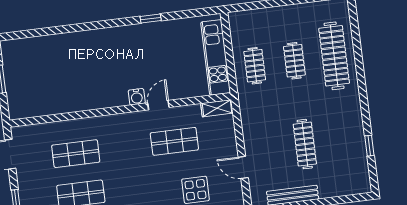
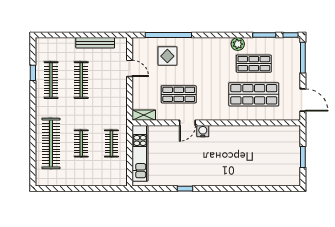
clothes rail: (344, 139) -> (51, 80), added
shop shelf: (76, 154) -> (254, 94), width x1.43, depth x1.36

